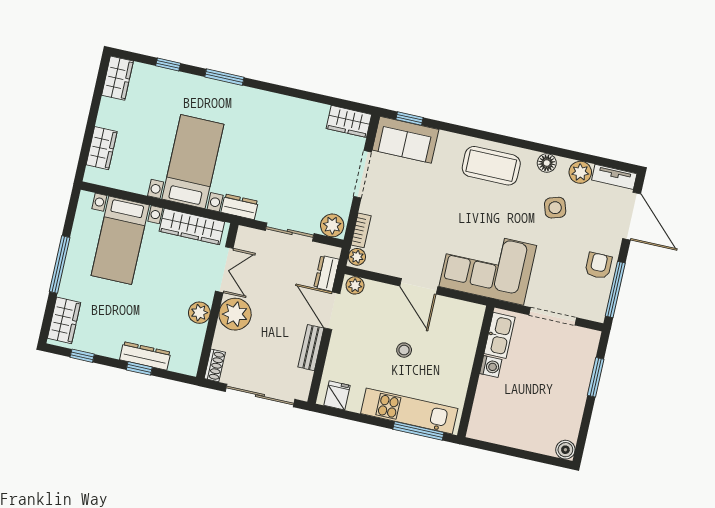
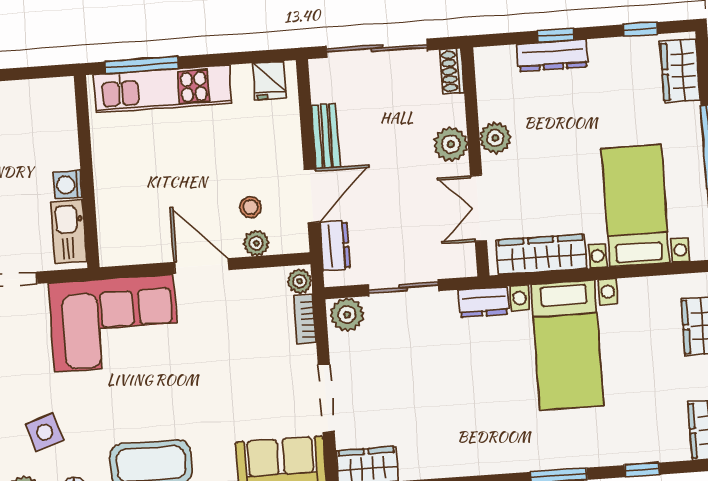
plant: (355, 285) -> (256, 243), moved
door: (332, 311) -> (312, 196), hinge flipped
plant: (235, 314) -> (451, 144), width x0.73, depth x0.73
stool: (404, 350) -> (251, 207), moved

